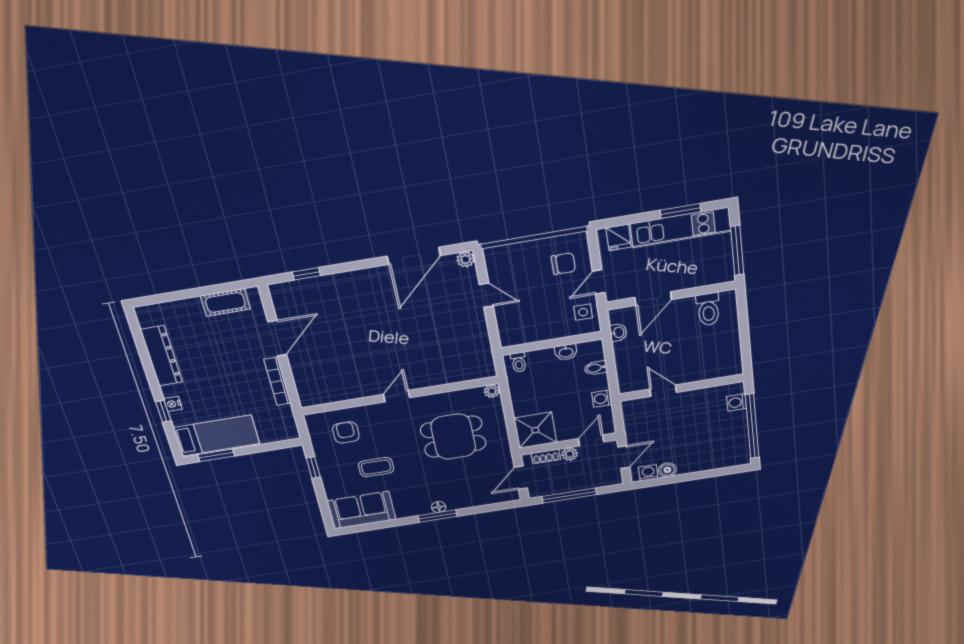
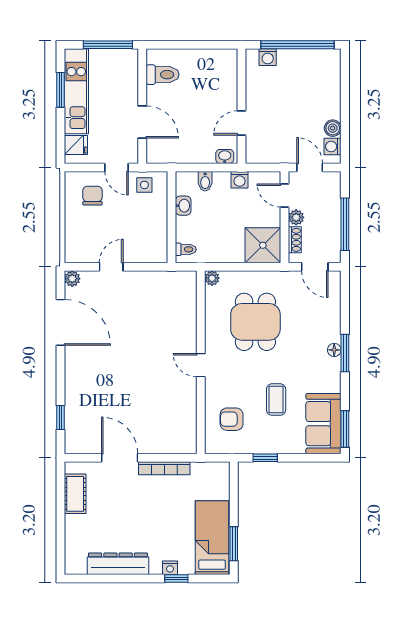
washbasin: (618, 332) -> (225, 156), moved
window: (361, 528) -> (345, 429), added

